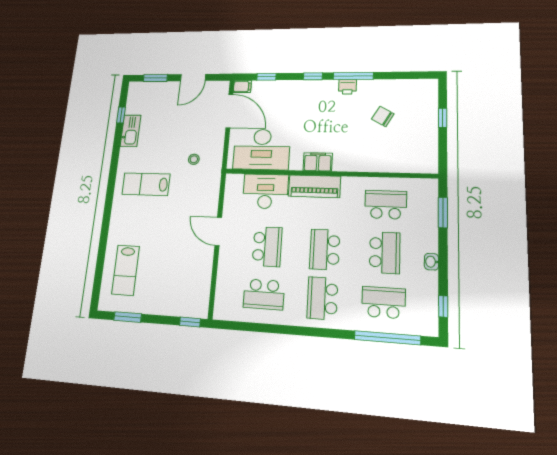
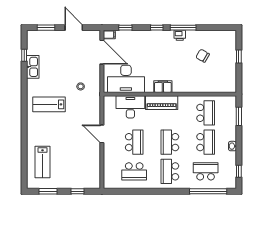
door: (193, 78) -> (74, 28), swing flipped
school desk: (386, 205) -> (206, 113), turned 90
window: (190, 322) -> (77, 191), moved

